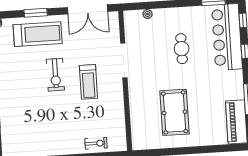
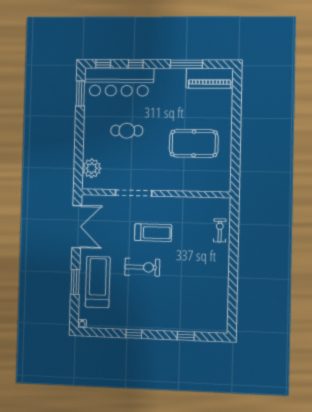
plant: (147, 14) -> (92, 168), width x1.88, depth x1.88

